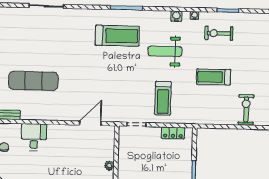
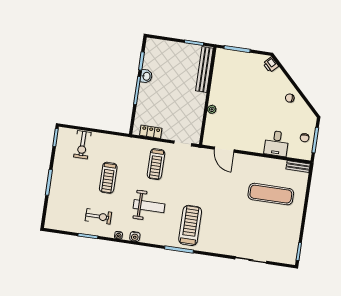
treadmill: (117, 36) -> (190, 225), turned 90
treadmill: (213, 77) -> (108, 178), turned 90
treadmill: (163, 98) -> (156, 164), turned 180
door: (90, 123) -> (224, 150), hinge flipped

